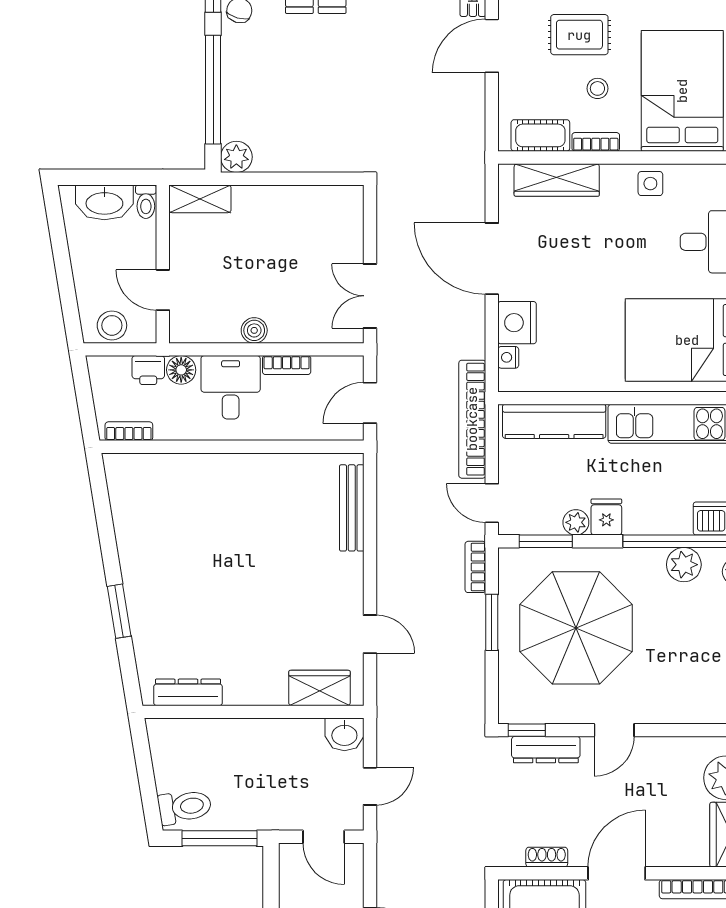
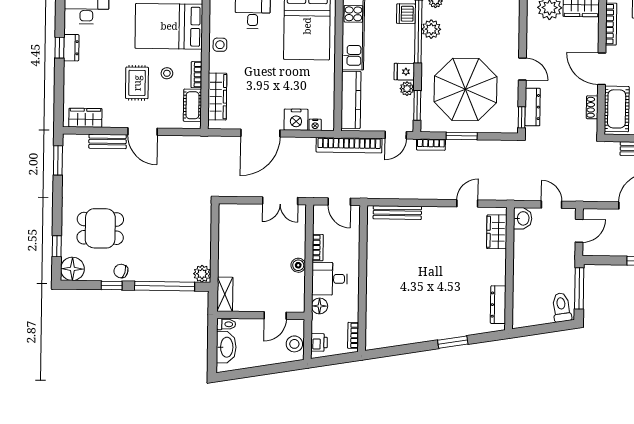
printer: (148, 370) -> (319, 342), moved

